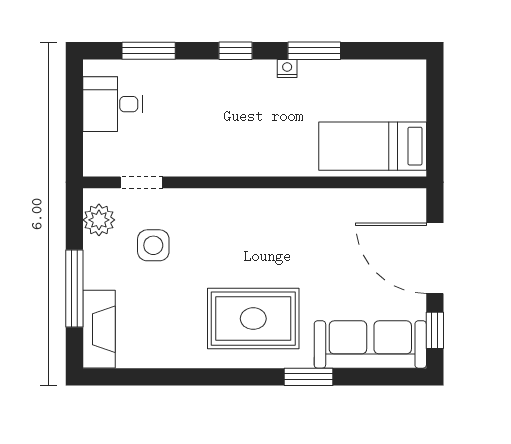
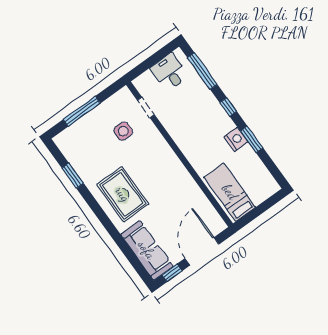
window: (149, 51) -> (202, 71), width x1.44
nightstand: (287, 68) -> (236, 139), width x1.89, depth x1.79
plant: (99, 220) -> (117, 101), removed
fireplace: (99, 329) -> (72, 134), removed
window: (308, 377) -> (73, 176), moved

